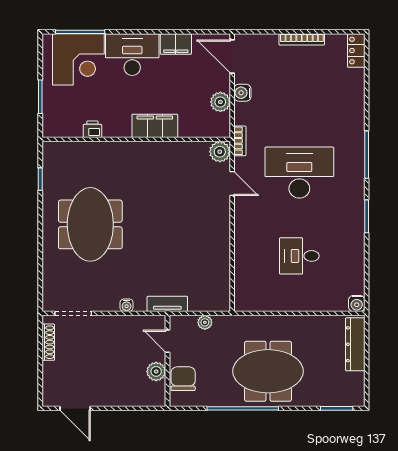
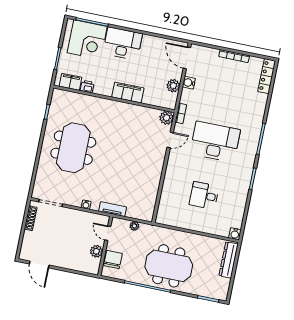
filing cabinet: (176, 44) -> (71, 82), moved, turned 180
locker: (356, 51) -> (267, 76), width x1.53
door: (232, 184) -> (170, 140), hinge flipped

